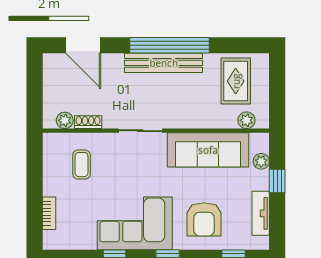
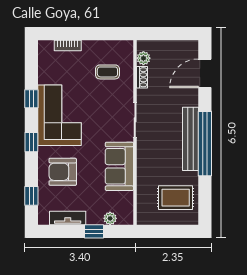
plant: (247, 120) -> (144, 206), removed
sofa: (208, 150) -> (119, 166), width x0.73

